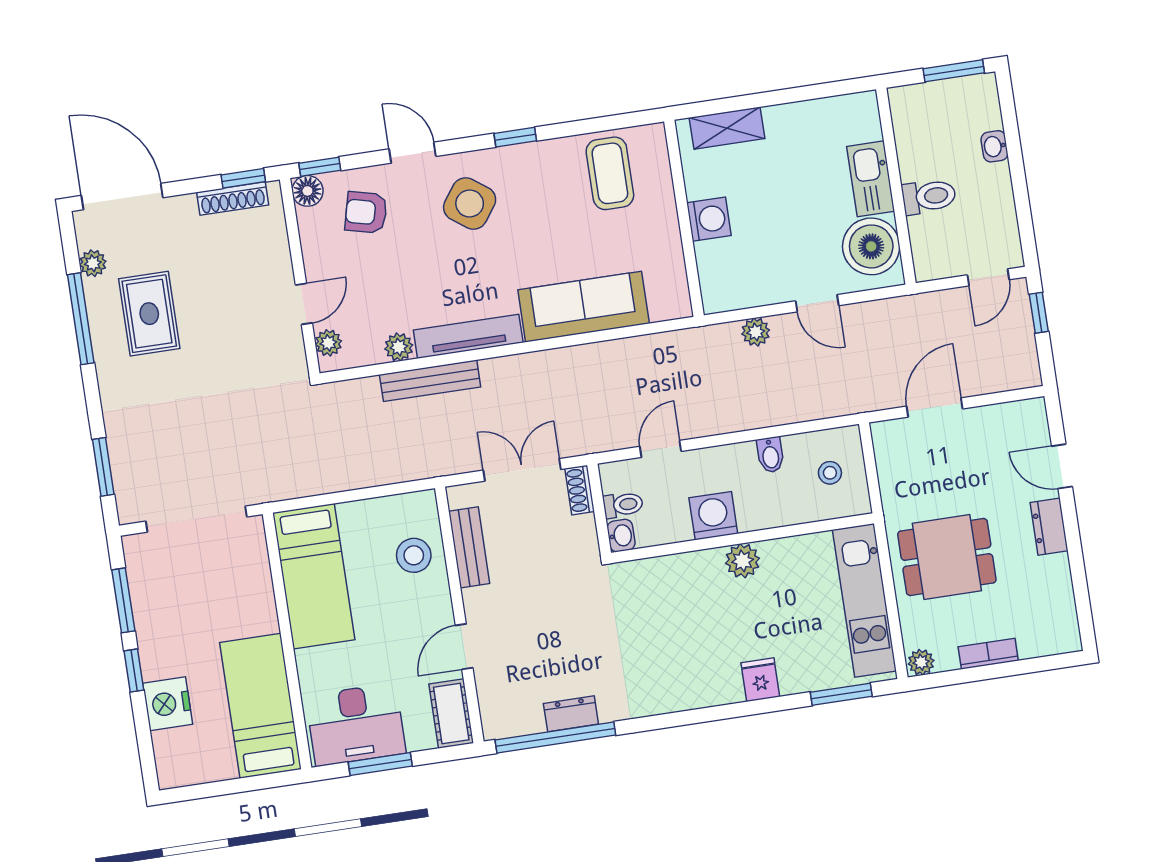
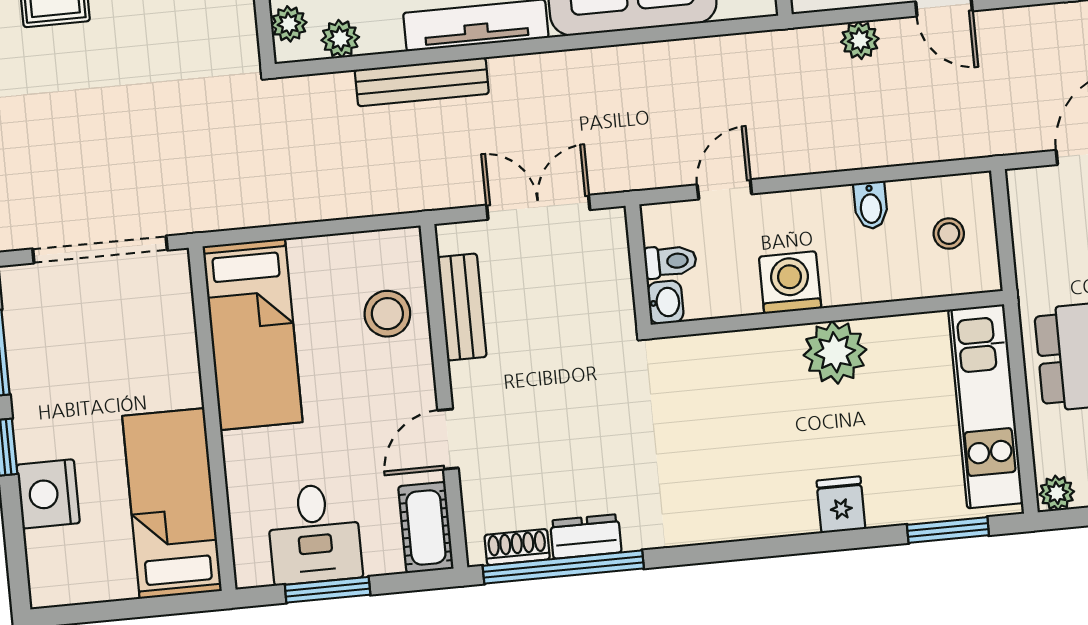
plant: (399, 347) -> (340, 39), moved
shoe rack: (580, 490) -> (517, 547), moved, turned 90
plant: (743, 561) -> (835, 352), width x1.36, depth x1.36
desk: (356, 725) -> (314, 534), width x0.73

